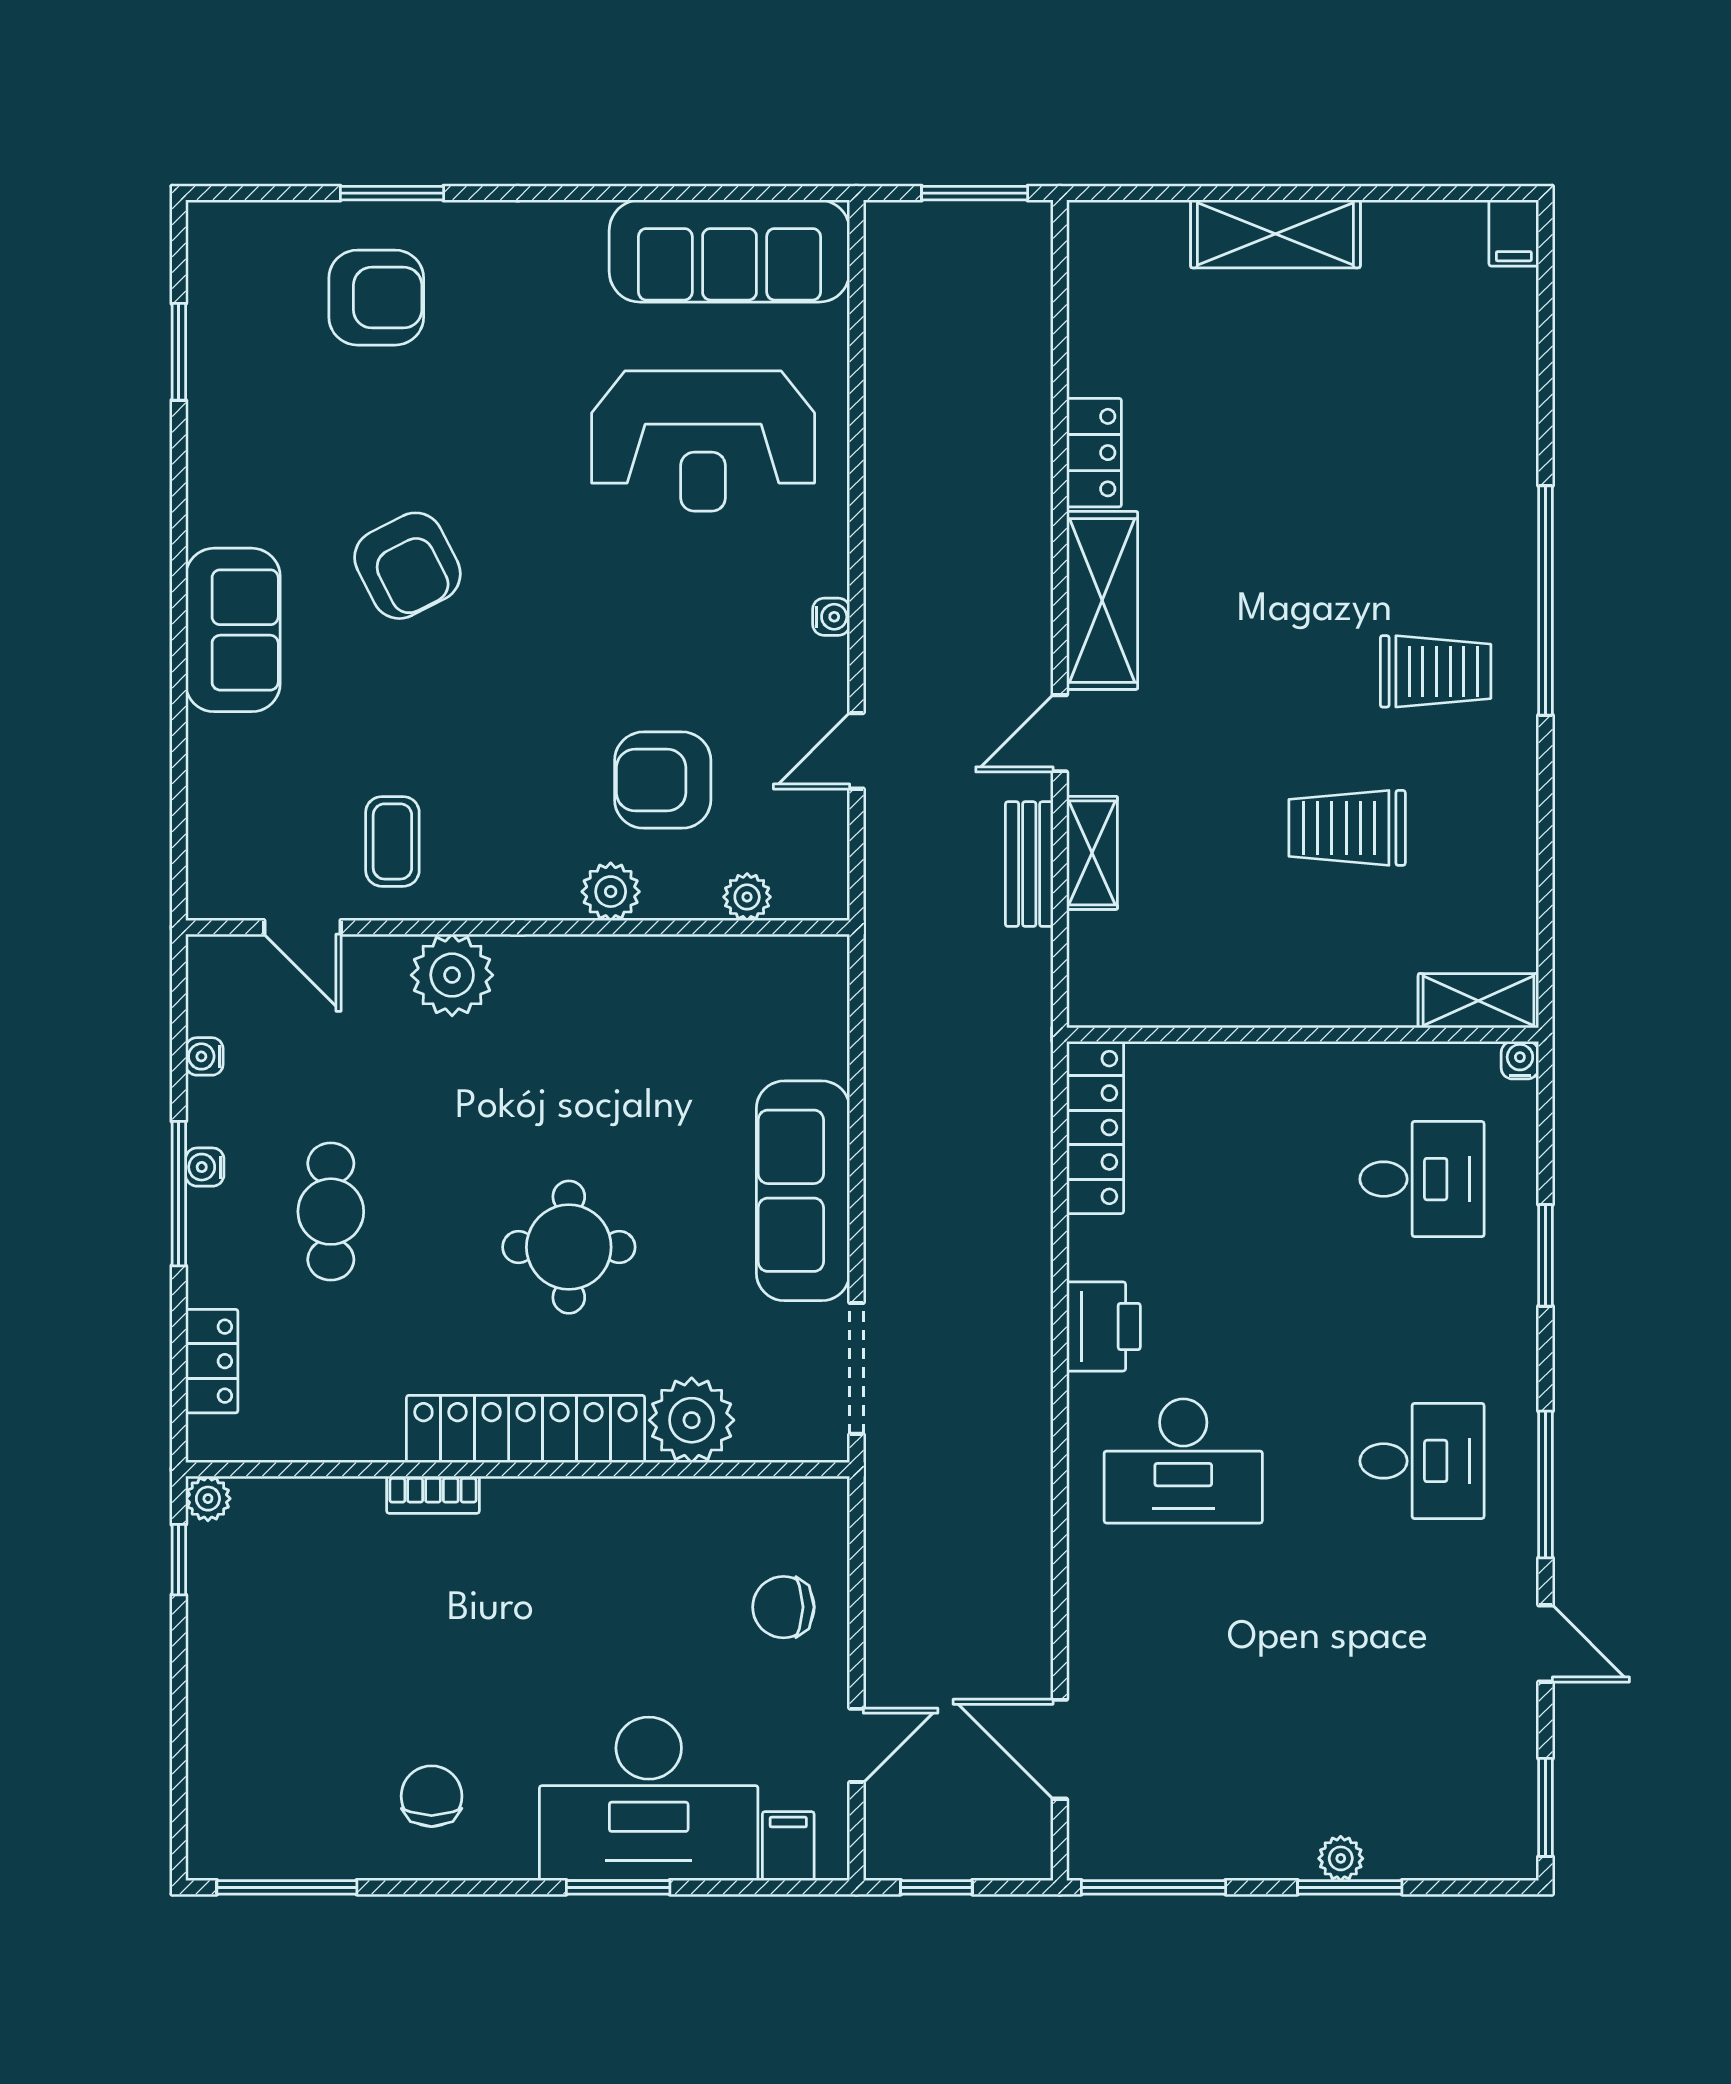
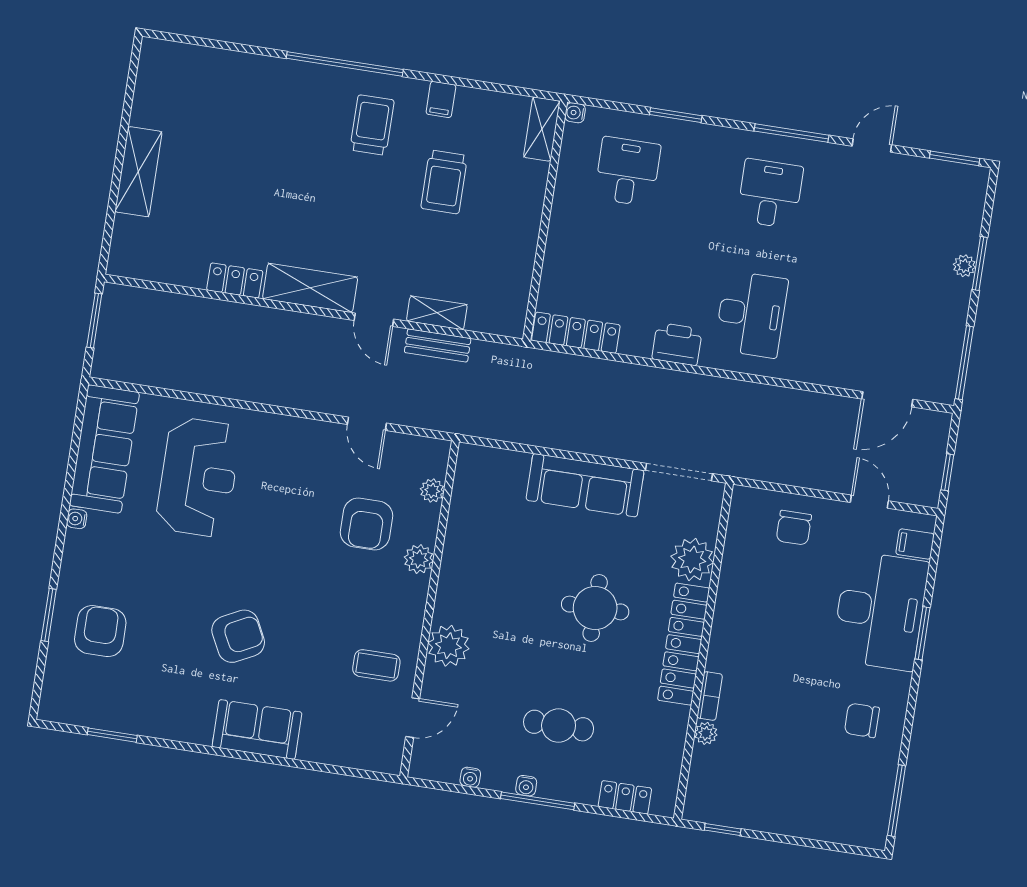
filing cabinet: (1514, 233) -> (441, 99), moved, turned 90
water cooler: (831, 617) -> (77, 519), moved, turned -90
plant: (208, 1499) -> (706, 733), moved

